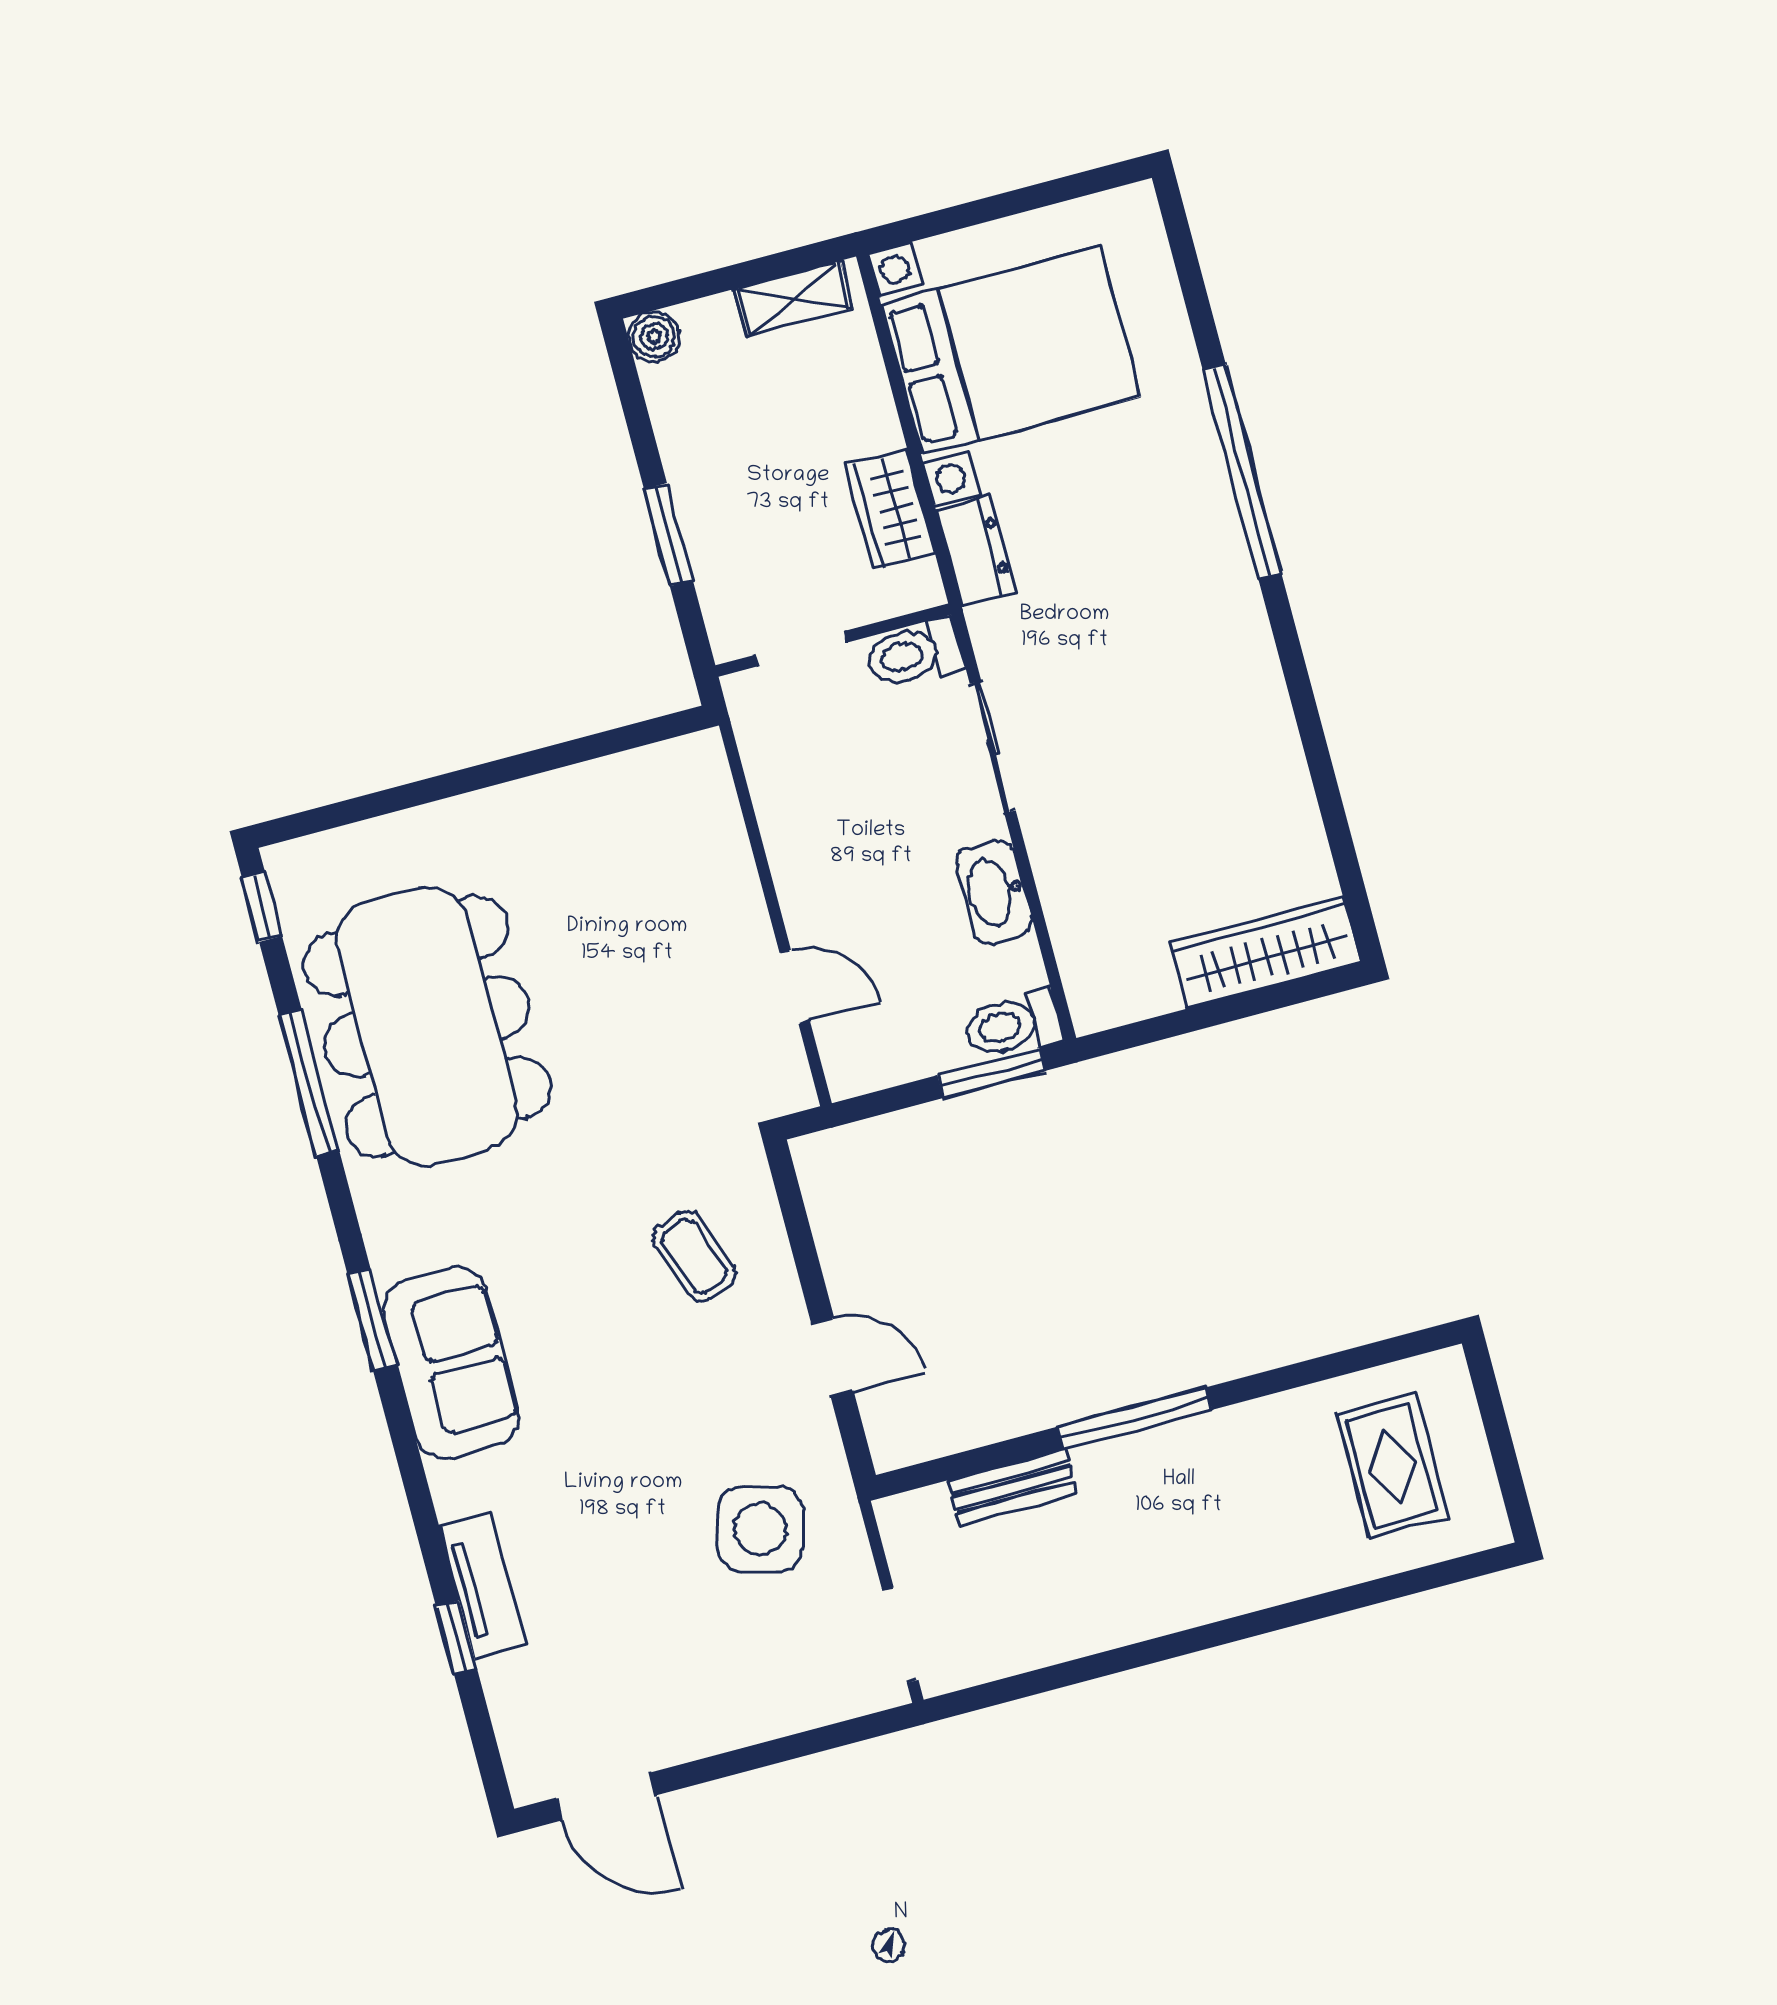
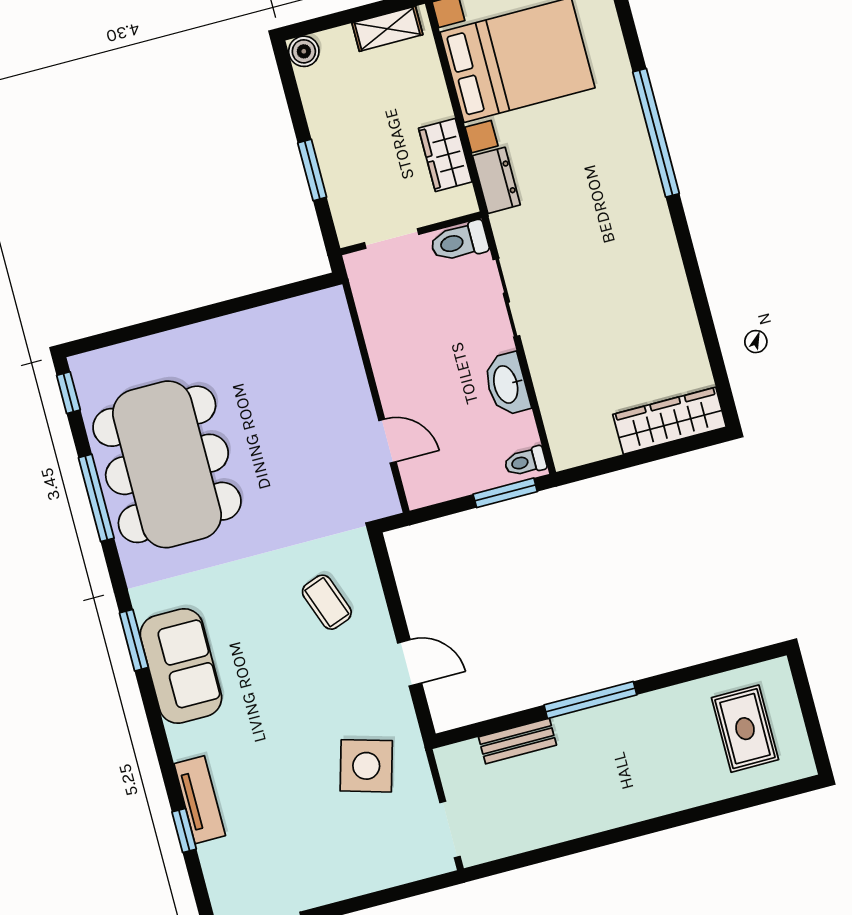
toilet: (1012, 1024) -> (525, 462), width x0.73, depth x0.72

